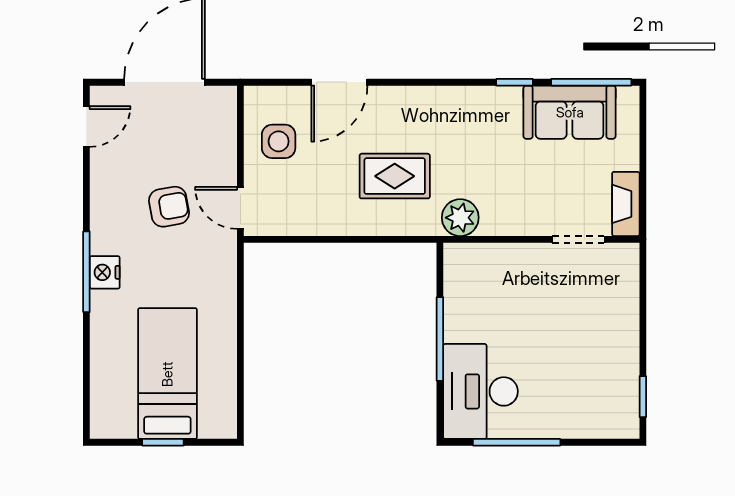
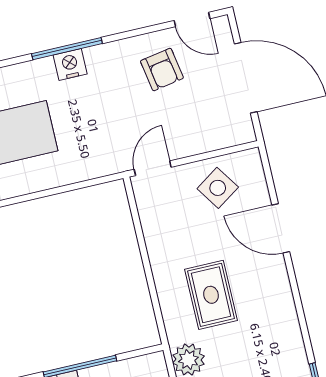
side table: (279, 141) -> (218, 188), turned -34
armchair: (169, 207) -> (162, 69), moved

